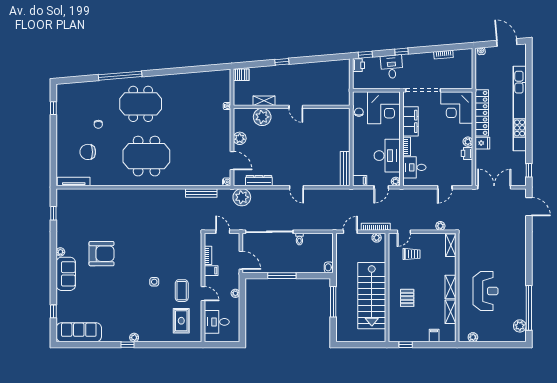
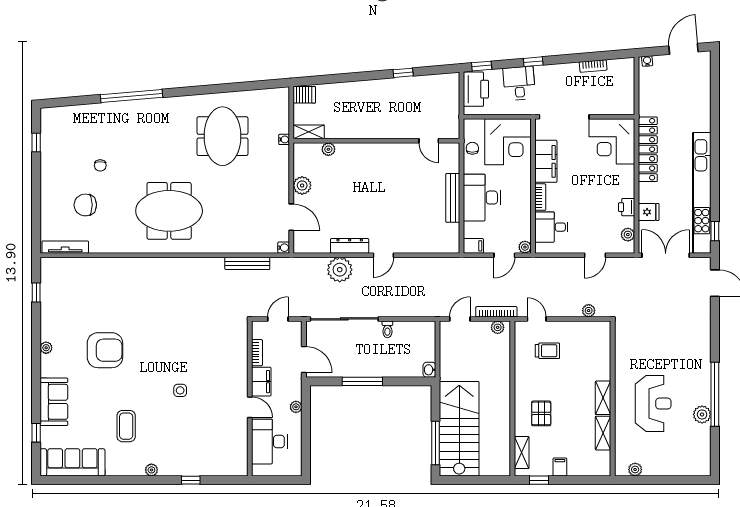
door: (507, 43) -> (684, 49), hinge flipped
window: (282, 62) -> (403, 73), moved
printer: (358, 65) -> (476, 89), width x1.87, depth x1.48
shelving: (264, 101) -> (309, 132), moved
meeting table: (141, 104) -> (222, 136), moved, turned 90
door: (296, 107) -> (429, 141), moved
kitchen unit: (520, 108) -> (702, 193), moved
plant: (262, 117) -> (328, 149), width x0.53, depth x0.53
plant: (468, 142) -> (628, 235), moved
fridge: (482, 143) -> (649, 212), moved
desk: (387, 156) -> (482, 198), moved, turned 180
bench: (345, 169) -> (453, 198), moved
dresser: (259, 181) -> (350, 246), moved
door: (297, 187) -> (383, 255), hinge flipped
plant: (242, 197) -> (340, 270), moved
door: (223, 232) -> (278, 319), hinge flipped
door: (404, 232) -> (537, 319), swing flipped
shelving: (451, 245) -> (522, 453), moved
filing cabinet: (211, 271) -> (261, 382), width x2.00
sofa: (66, 274) -> (54, 402), moved
coffee table: (182, 291) -> (126, 426), moved
stairs: (372, 296) -> (459, 429), moved, turned 180
window: (333, 302) -> (436, 443), moved
window: (529, 308) -> (715, 394), moved
rug: (181, 321) -> (219, 446), removed
desk: (217, 322) -> (269, 442), width x1.37
plant: (520, 326) -> (702, 414), moved
filing cabinet: (434, 336) -> (560, 467), moved
window: (127, 345) -> (191, 480), moved

